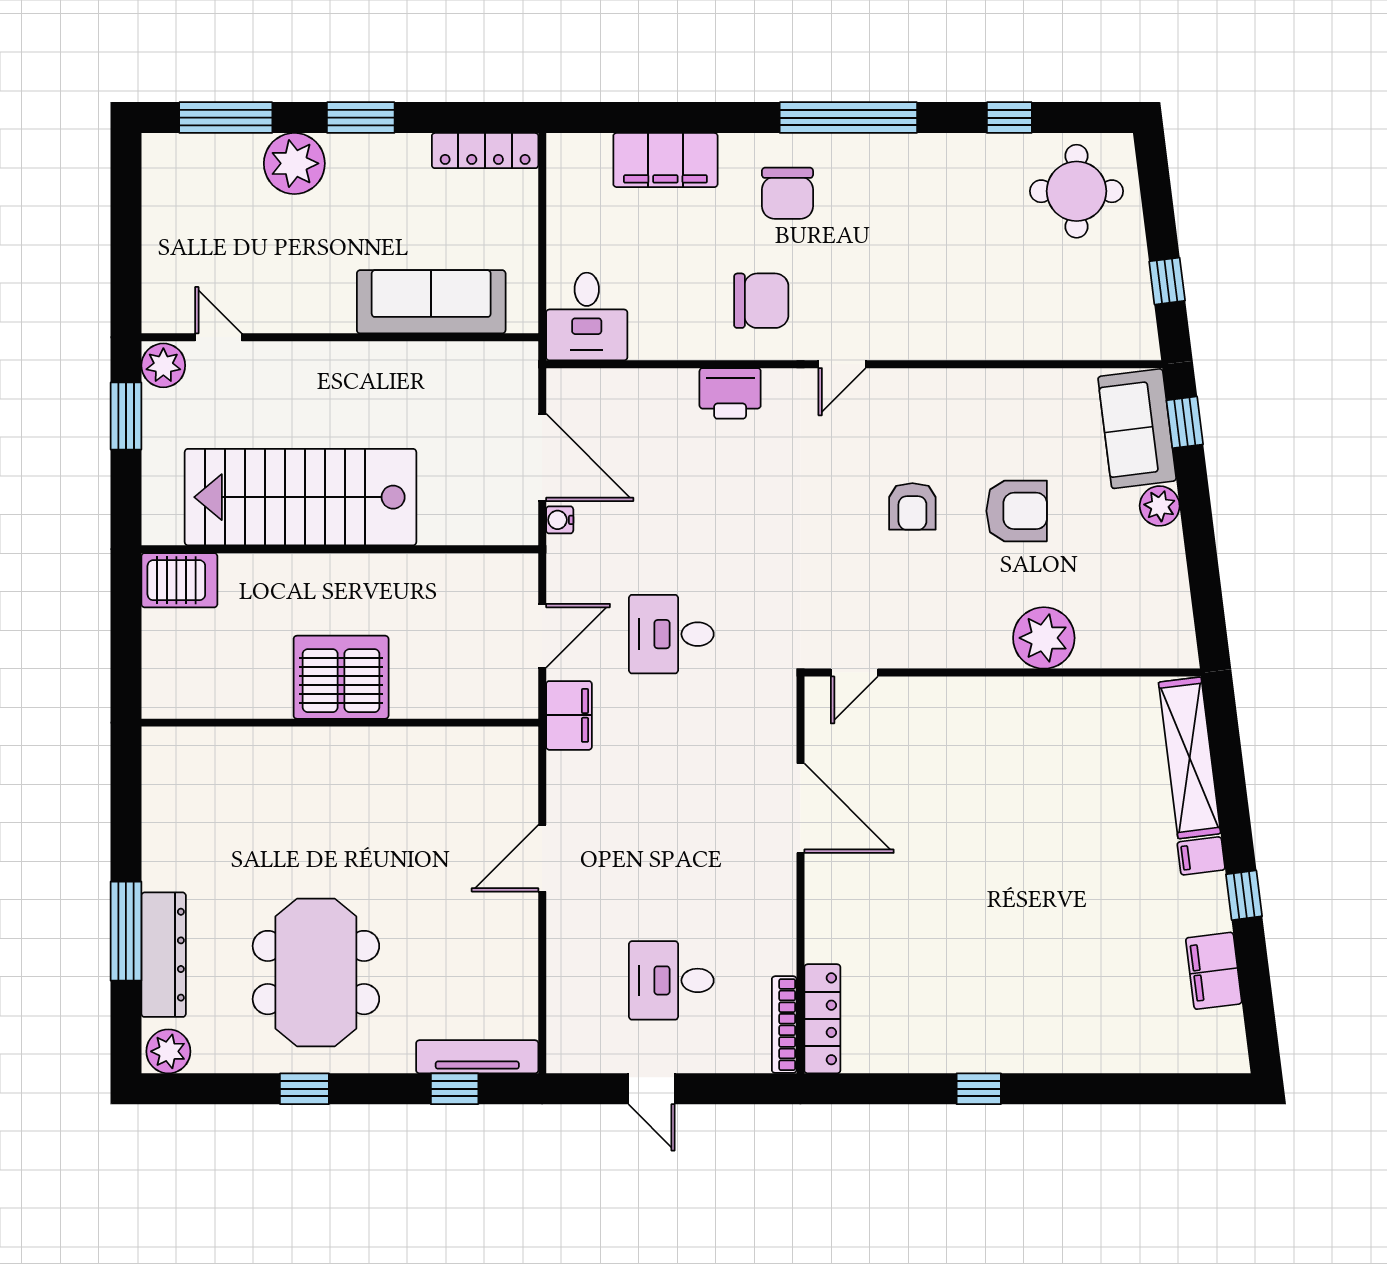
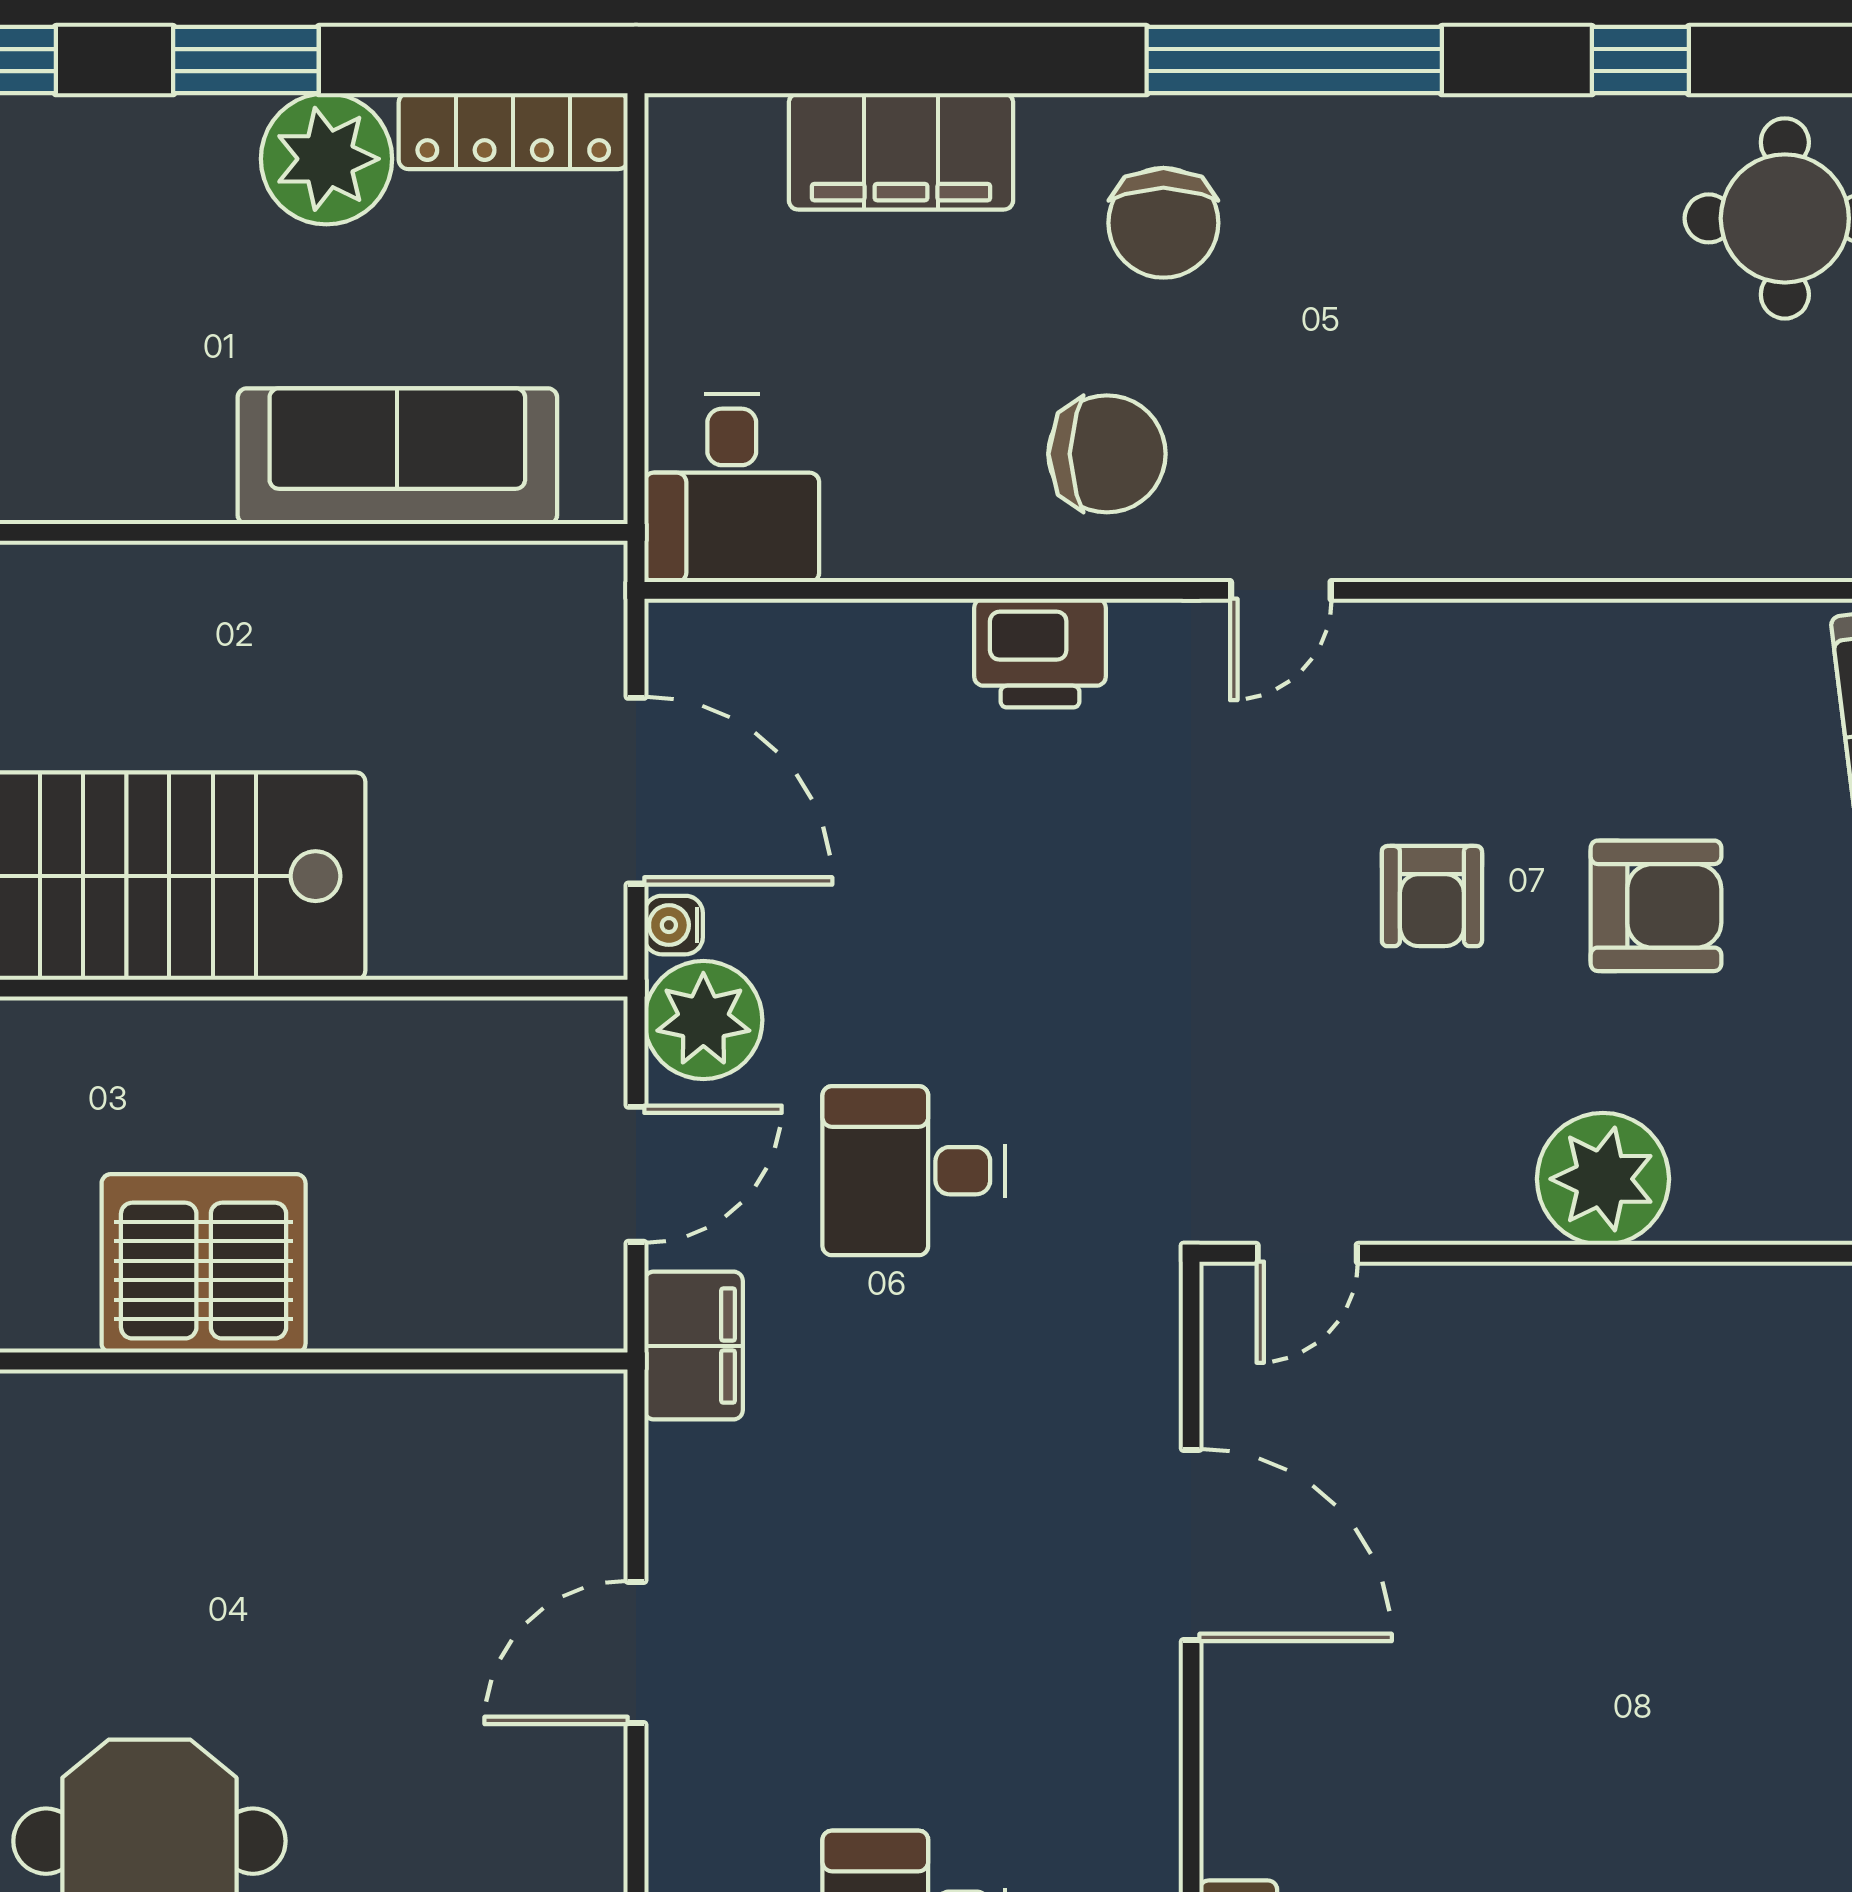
plant: (294, 163) -> (326, 159), moved
plant: (574, 564) -> (703, 1020), added
plant: (1044, 638) -> (1603, 1179), moved

